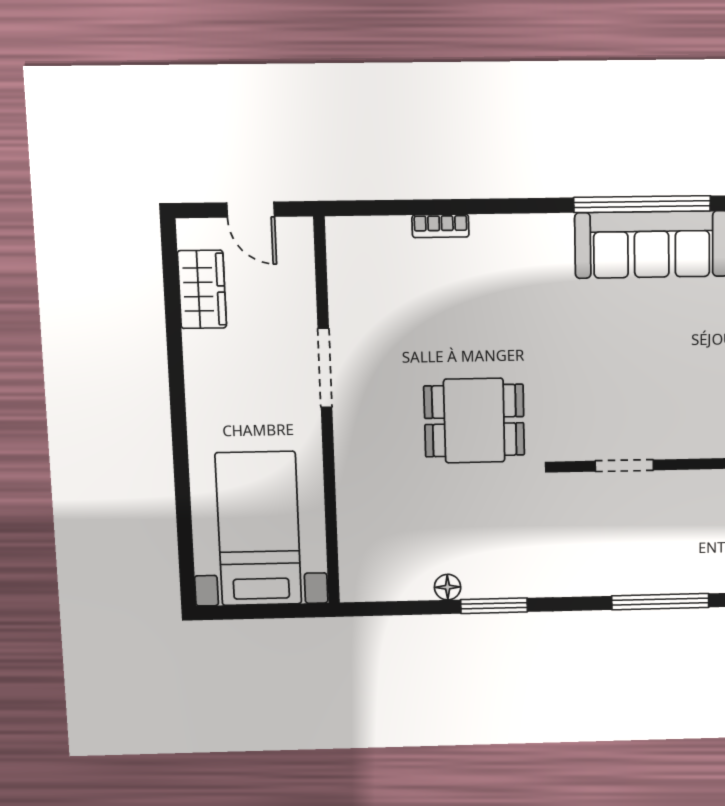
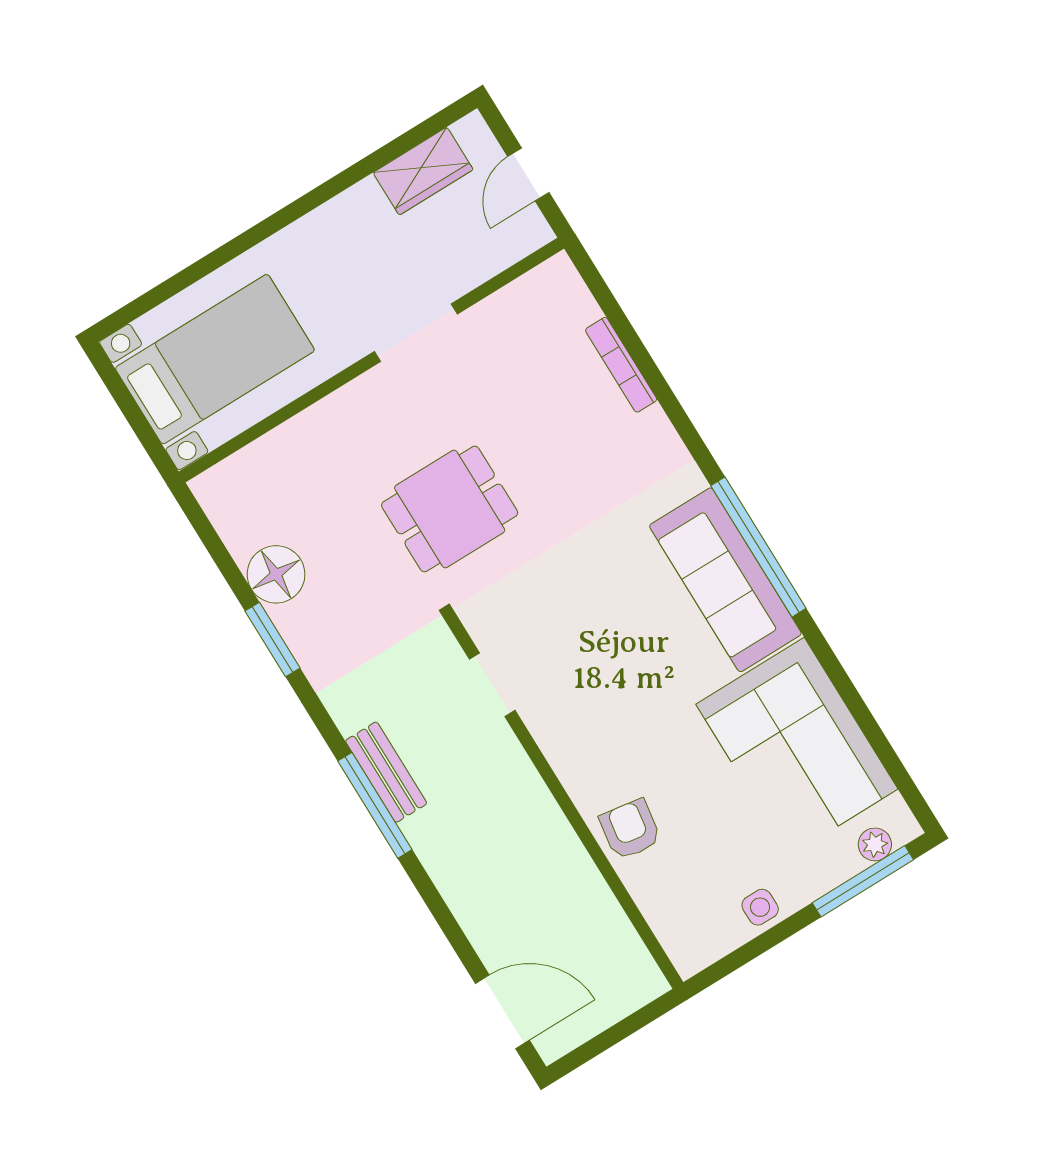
bookcase: (440, 226) -> (621, 365), width x1.56
dining table: (474, 421) -> (450, 509), turned 90
bench: (641, 580) -> (386, 772), added
floor lamp: (448, 587) -> (276, 574), width x1.89, depth x1.89

